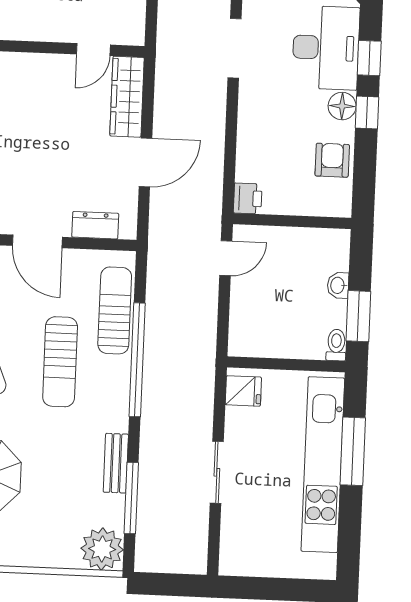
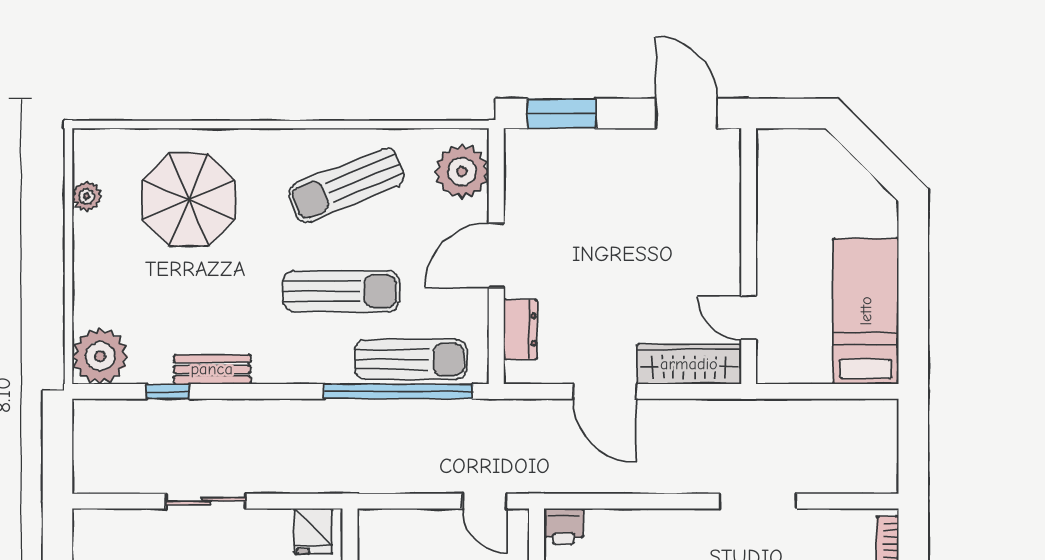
window: (137, 360) -> (398, 391), moved
sun lounger: (60, 362) -> (341, 291), turned 180
window: (131, 498) -> (168, 391), width x0.46

